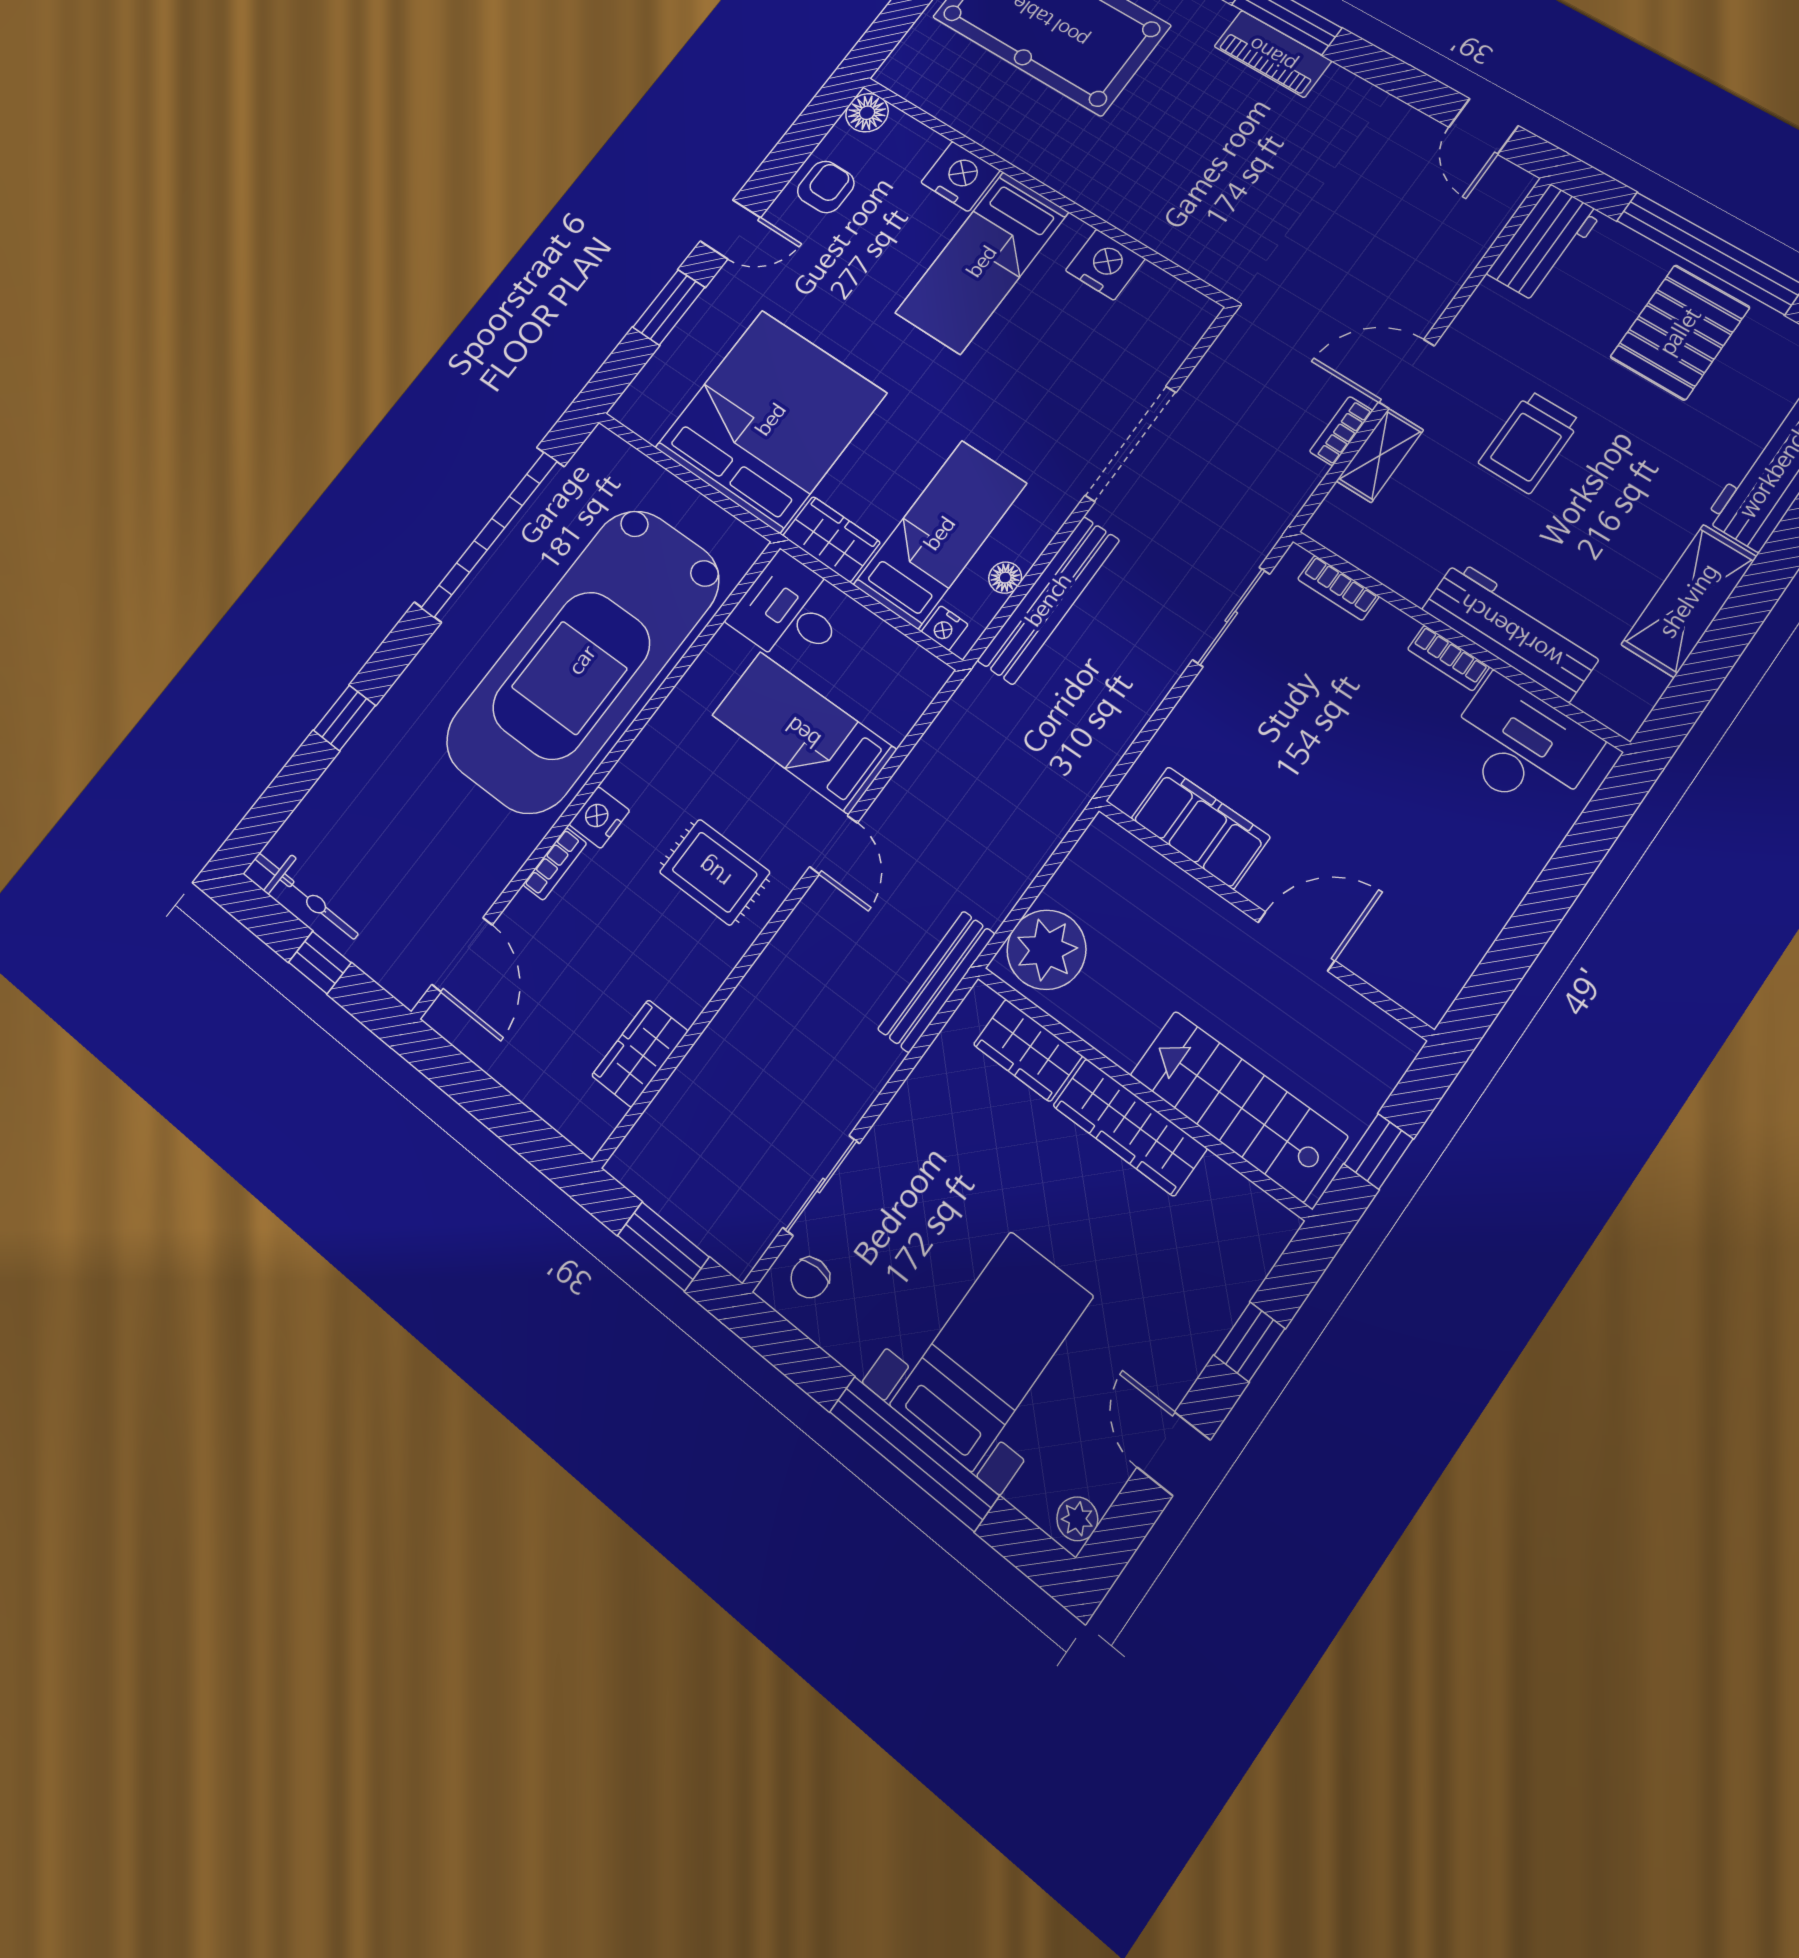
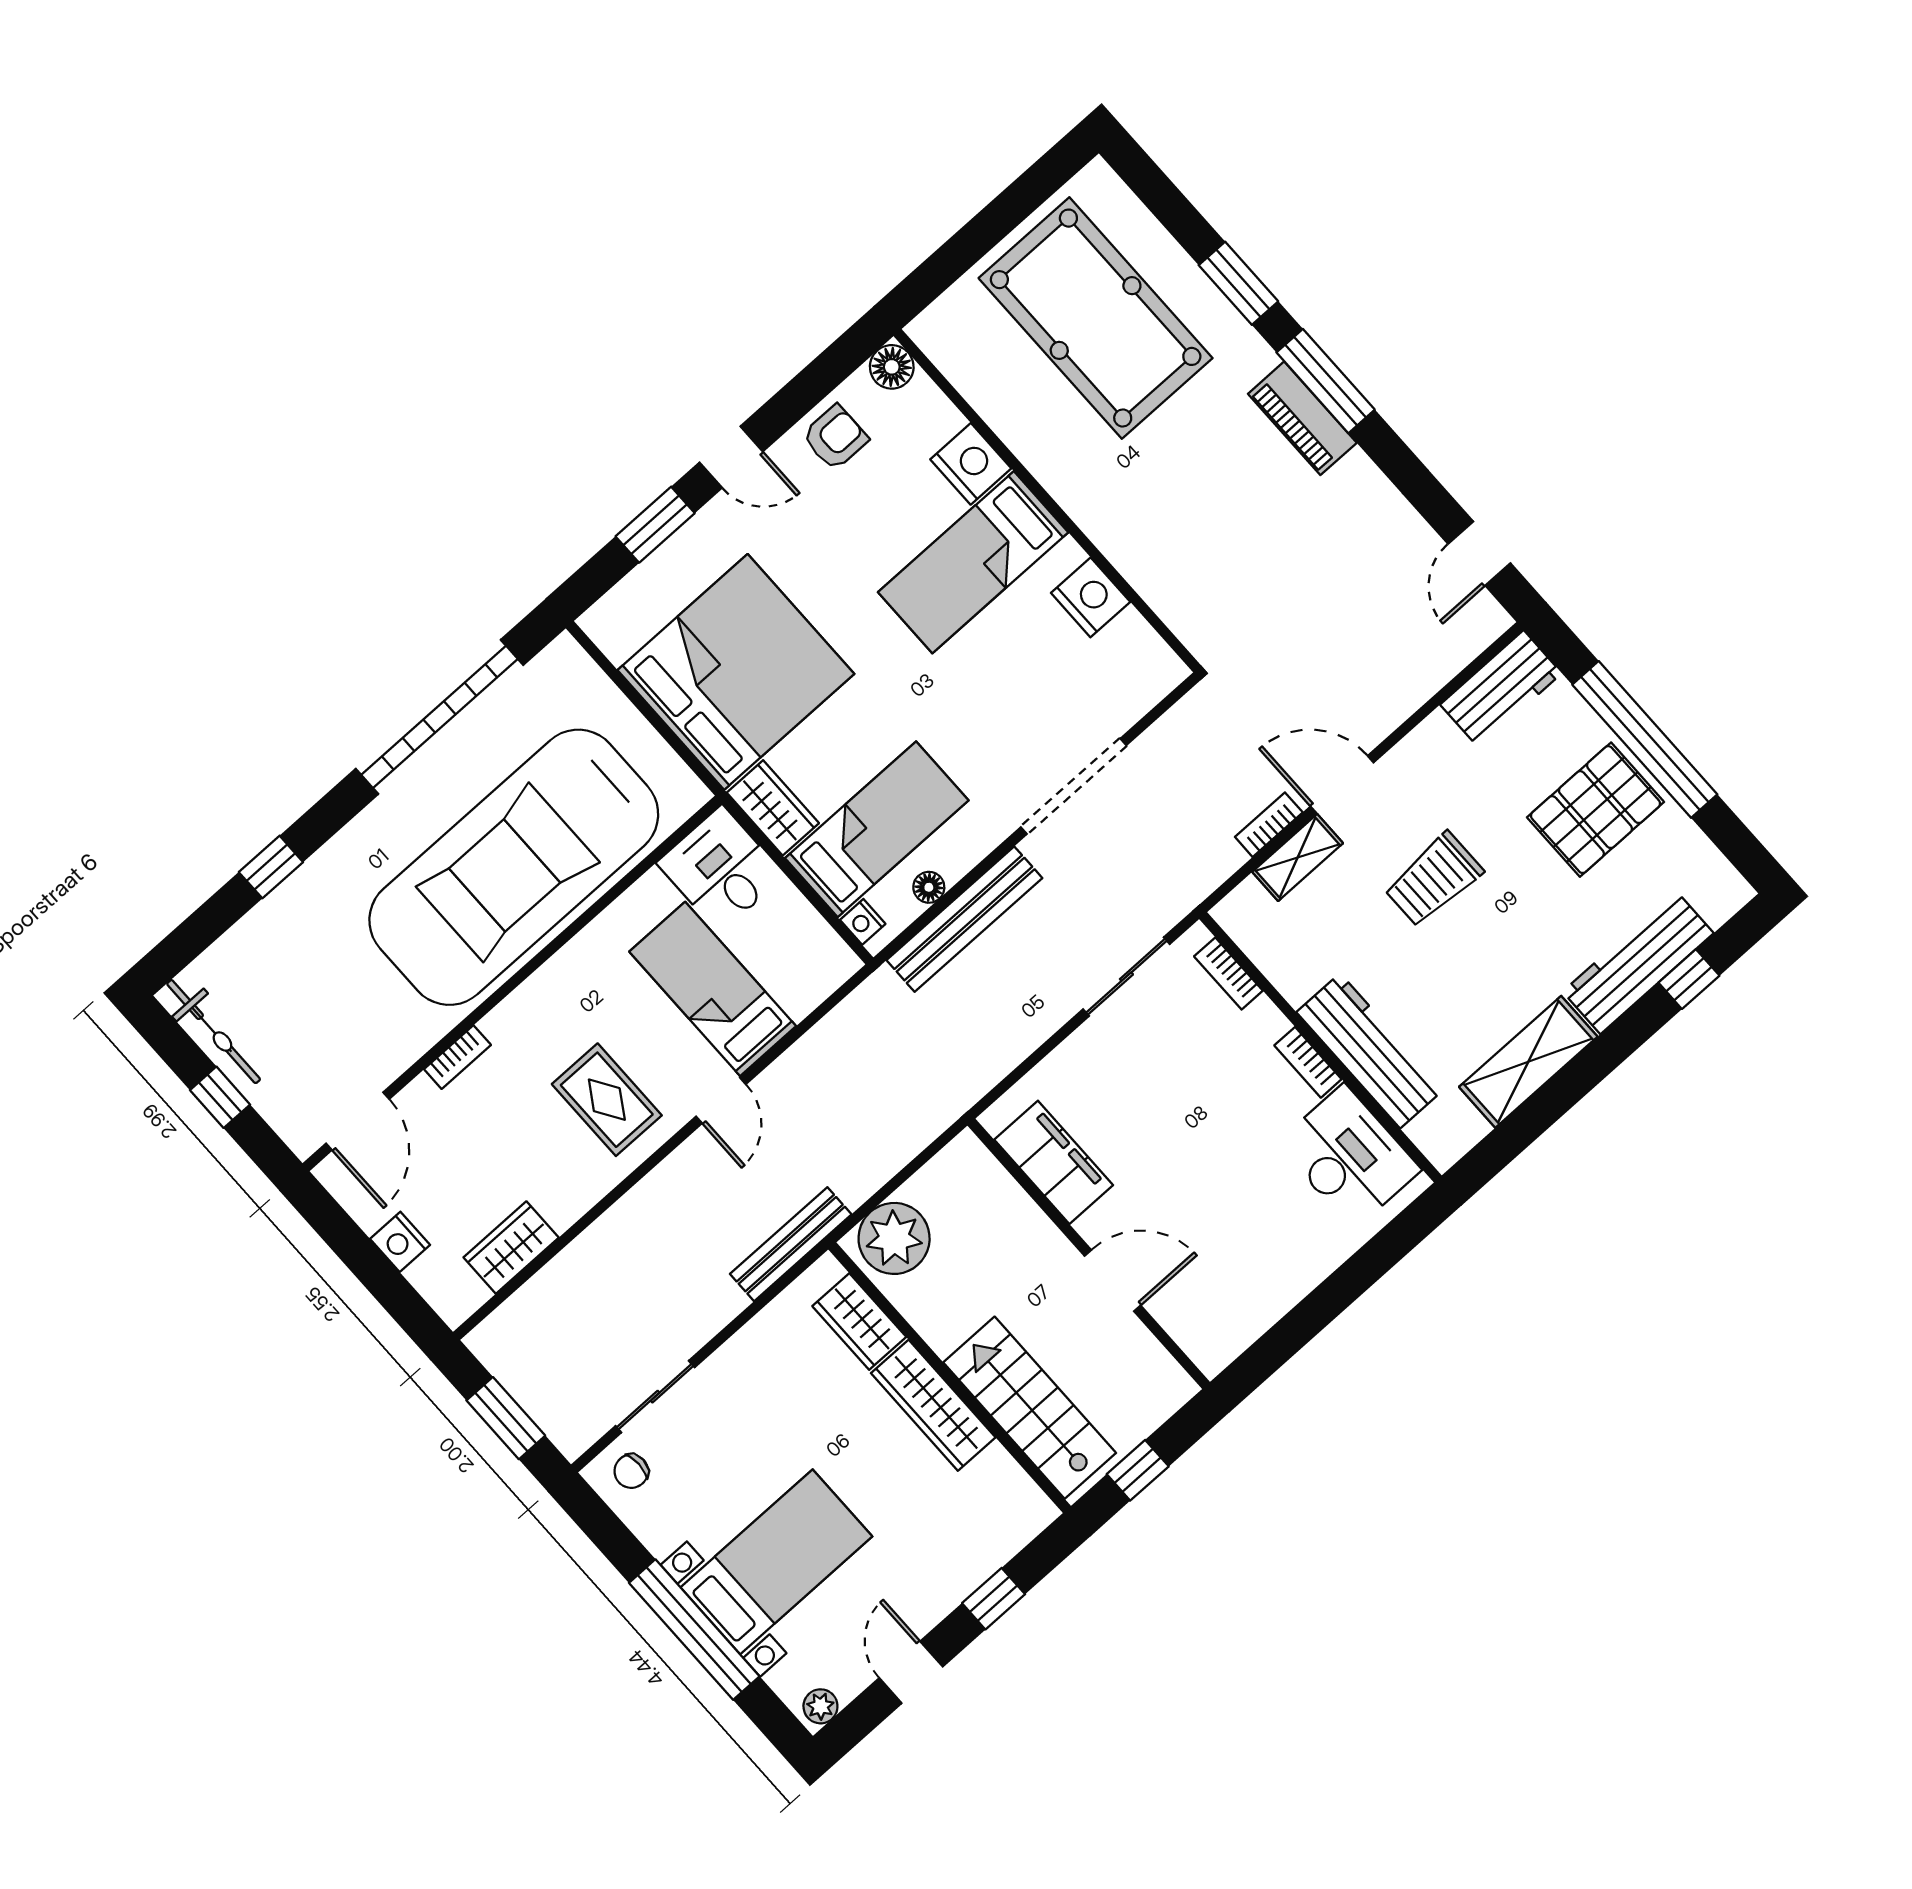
nightstand: (599, 817) -> (400, 1242), moved, turned -90

